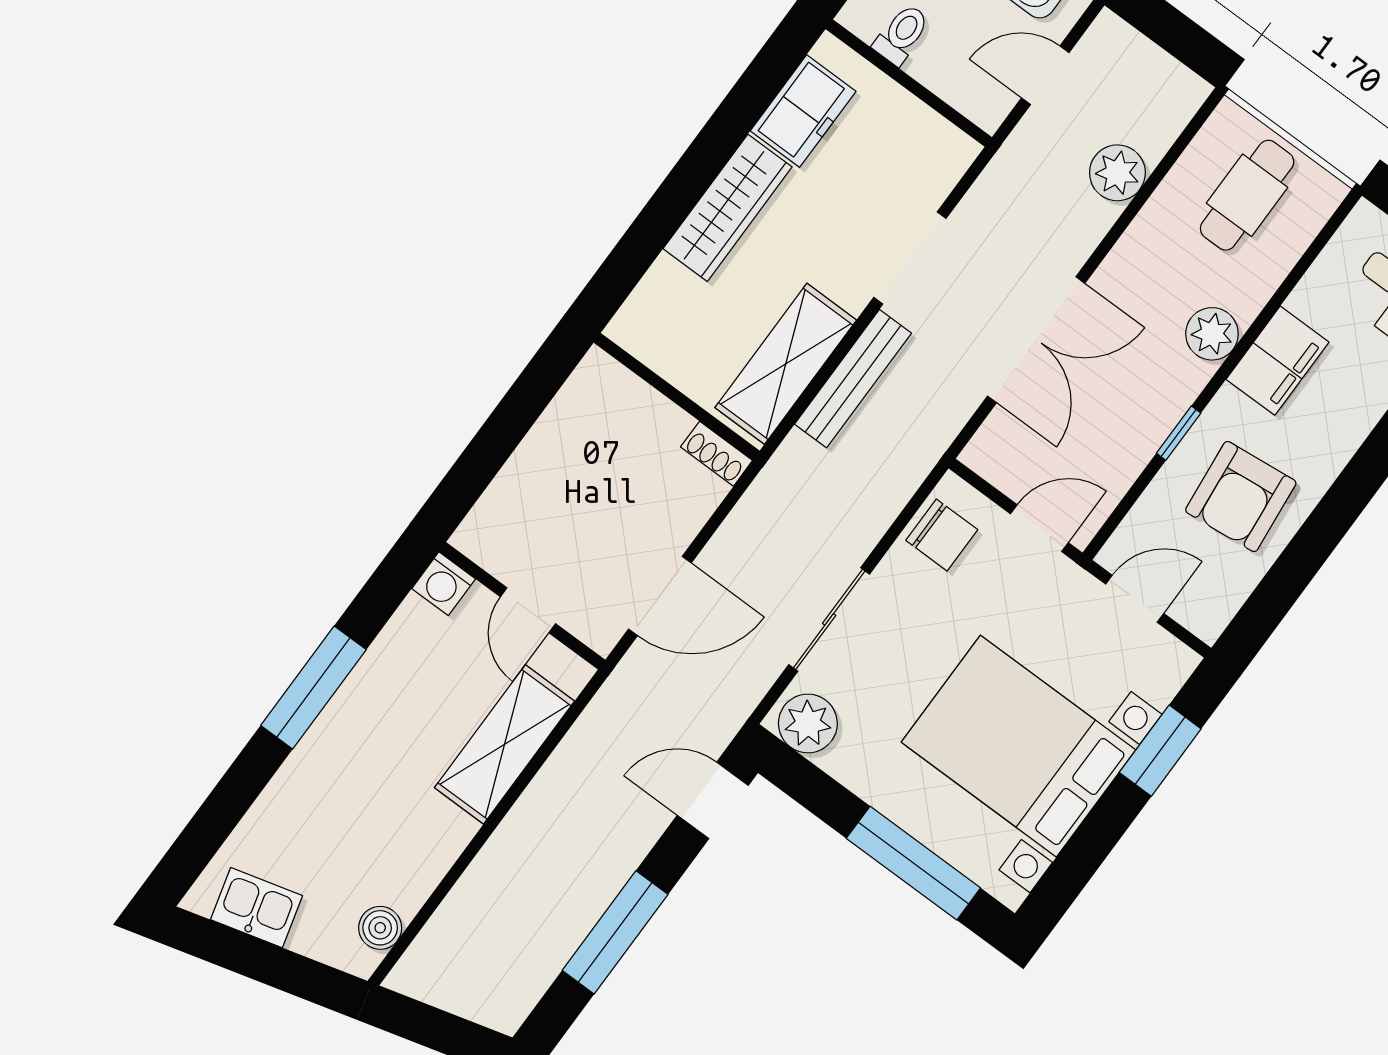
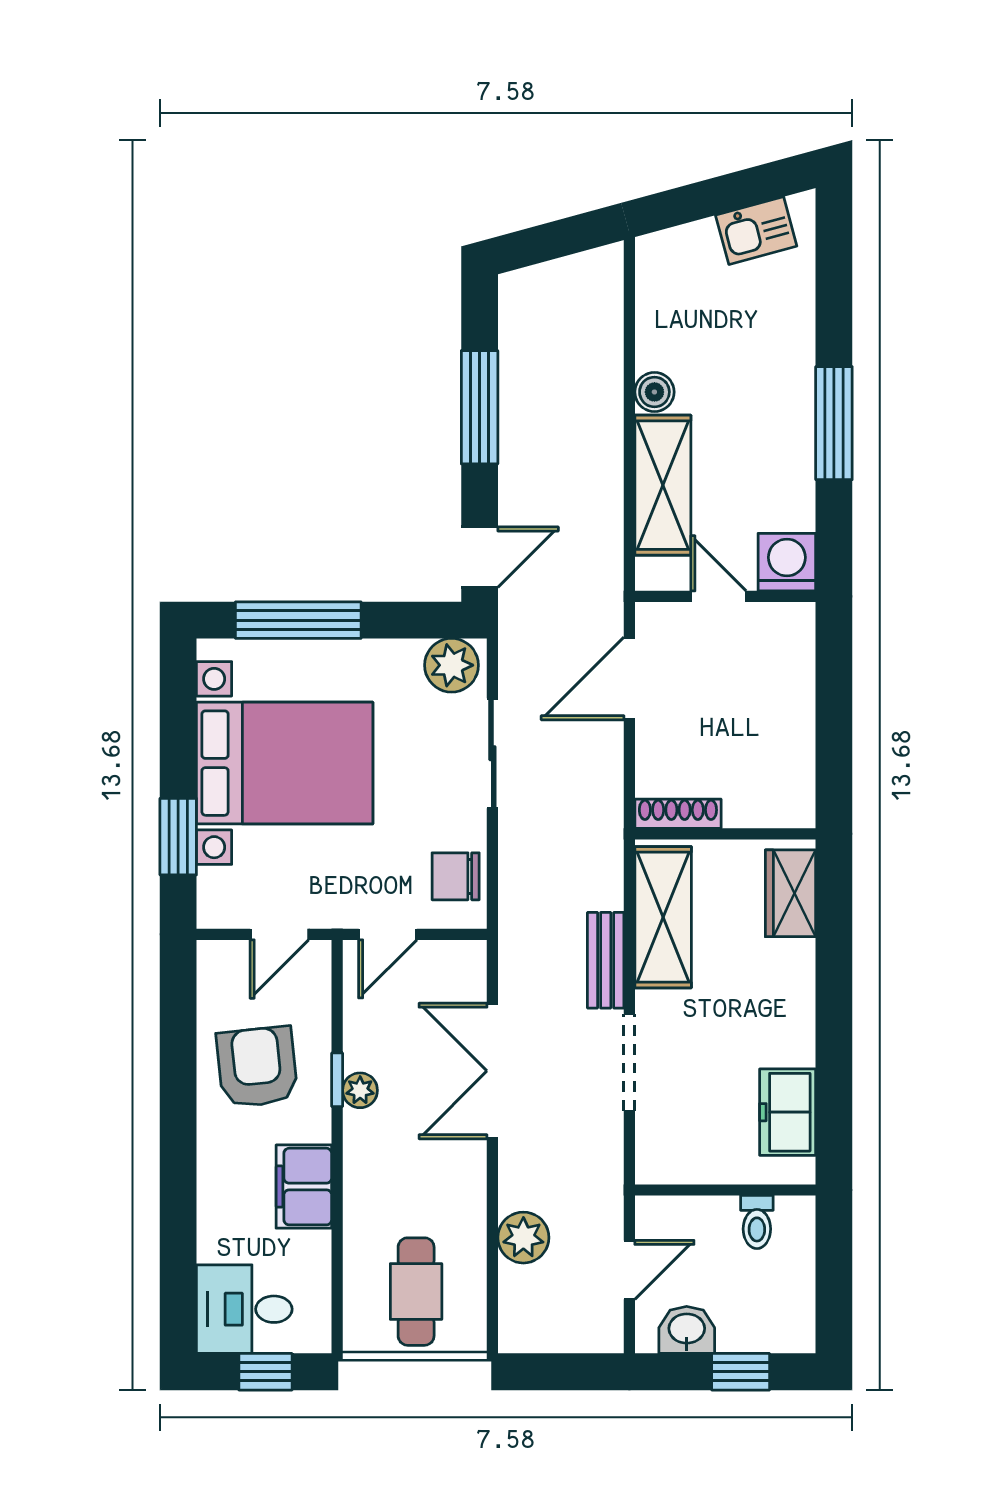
wardrobe: (728, 208) -> (790, 893), moved, width x0.67
plant: (1212, 334) -> (360, 1090), moved, width x0.73, depth x0.73
bench: (853, 379) -> (606, 960), width x0.73
shoe rack: (717, 454) -> (678, 814), width x1.43
washing machine: (444, 584) -> (787, 562), width x1.38, depth x1.38
boiler: (380, 928) -> (654, 392), moved

